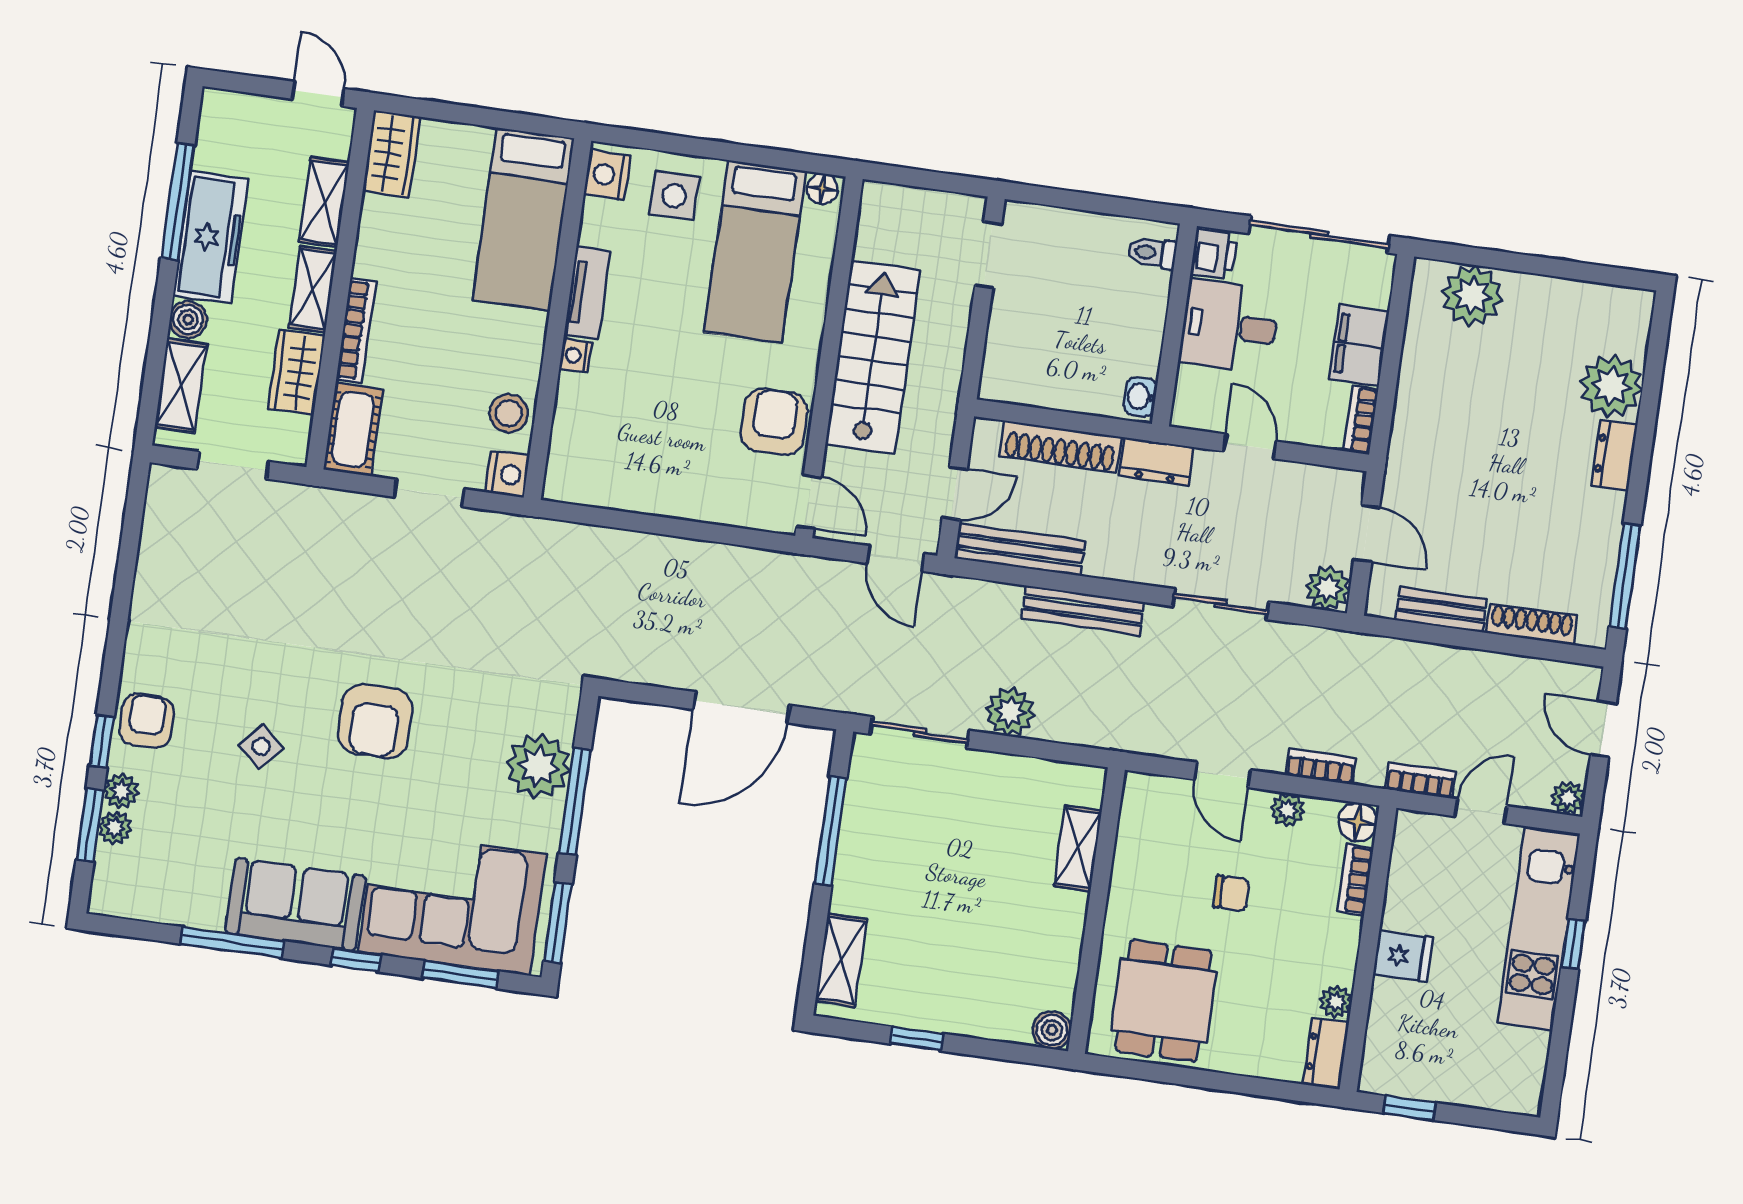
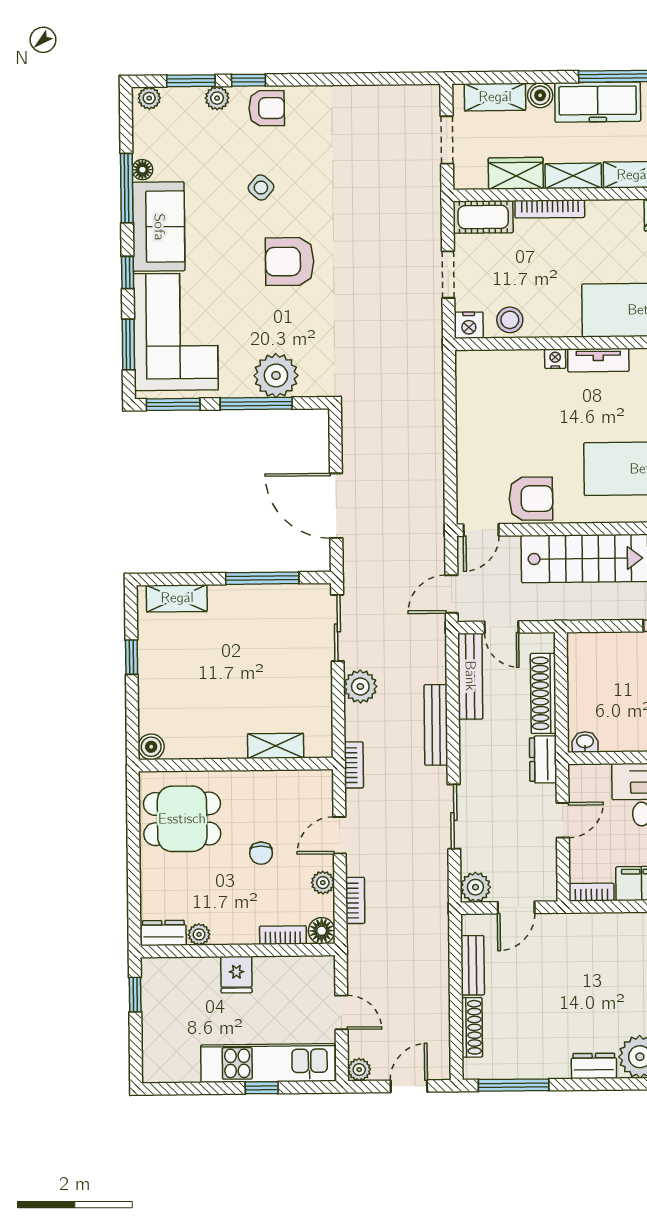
bookcase: (1421, 780) -> (354, 765), moved
plant: (115, 828) -> (149, 98), moved
floor lamp: (209, 916) -> (142, 170), added

